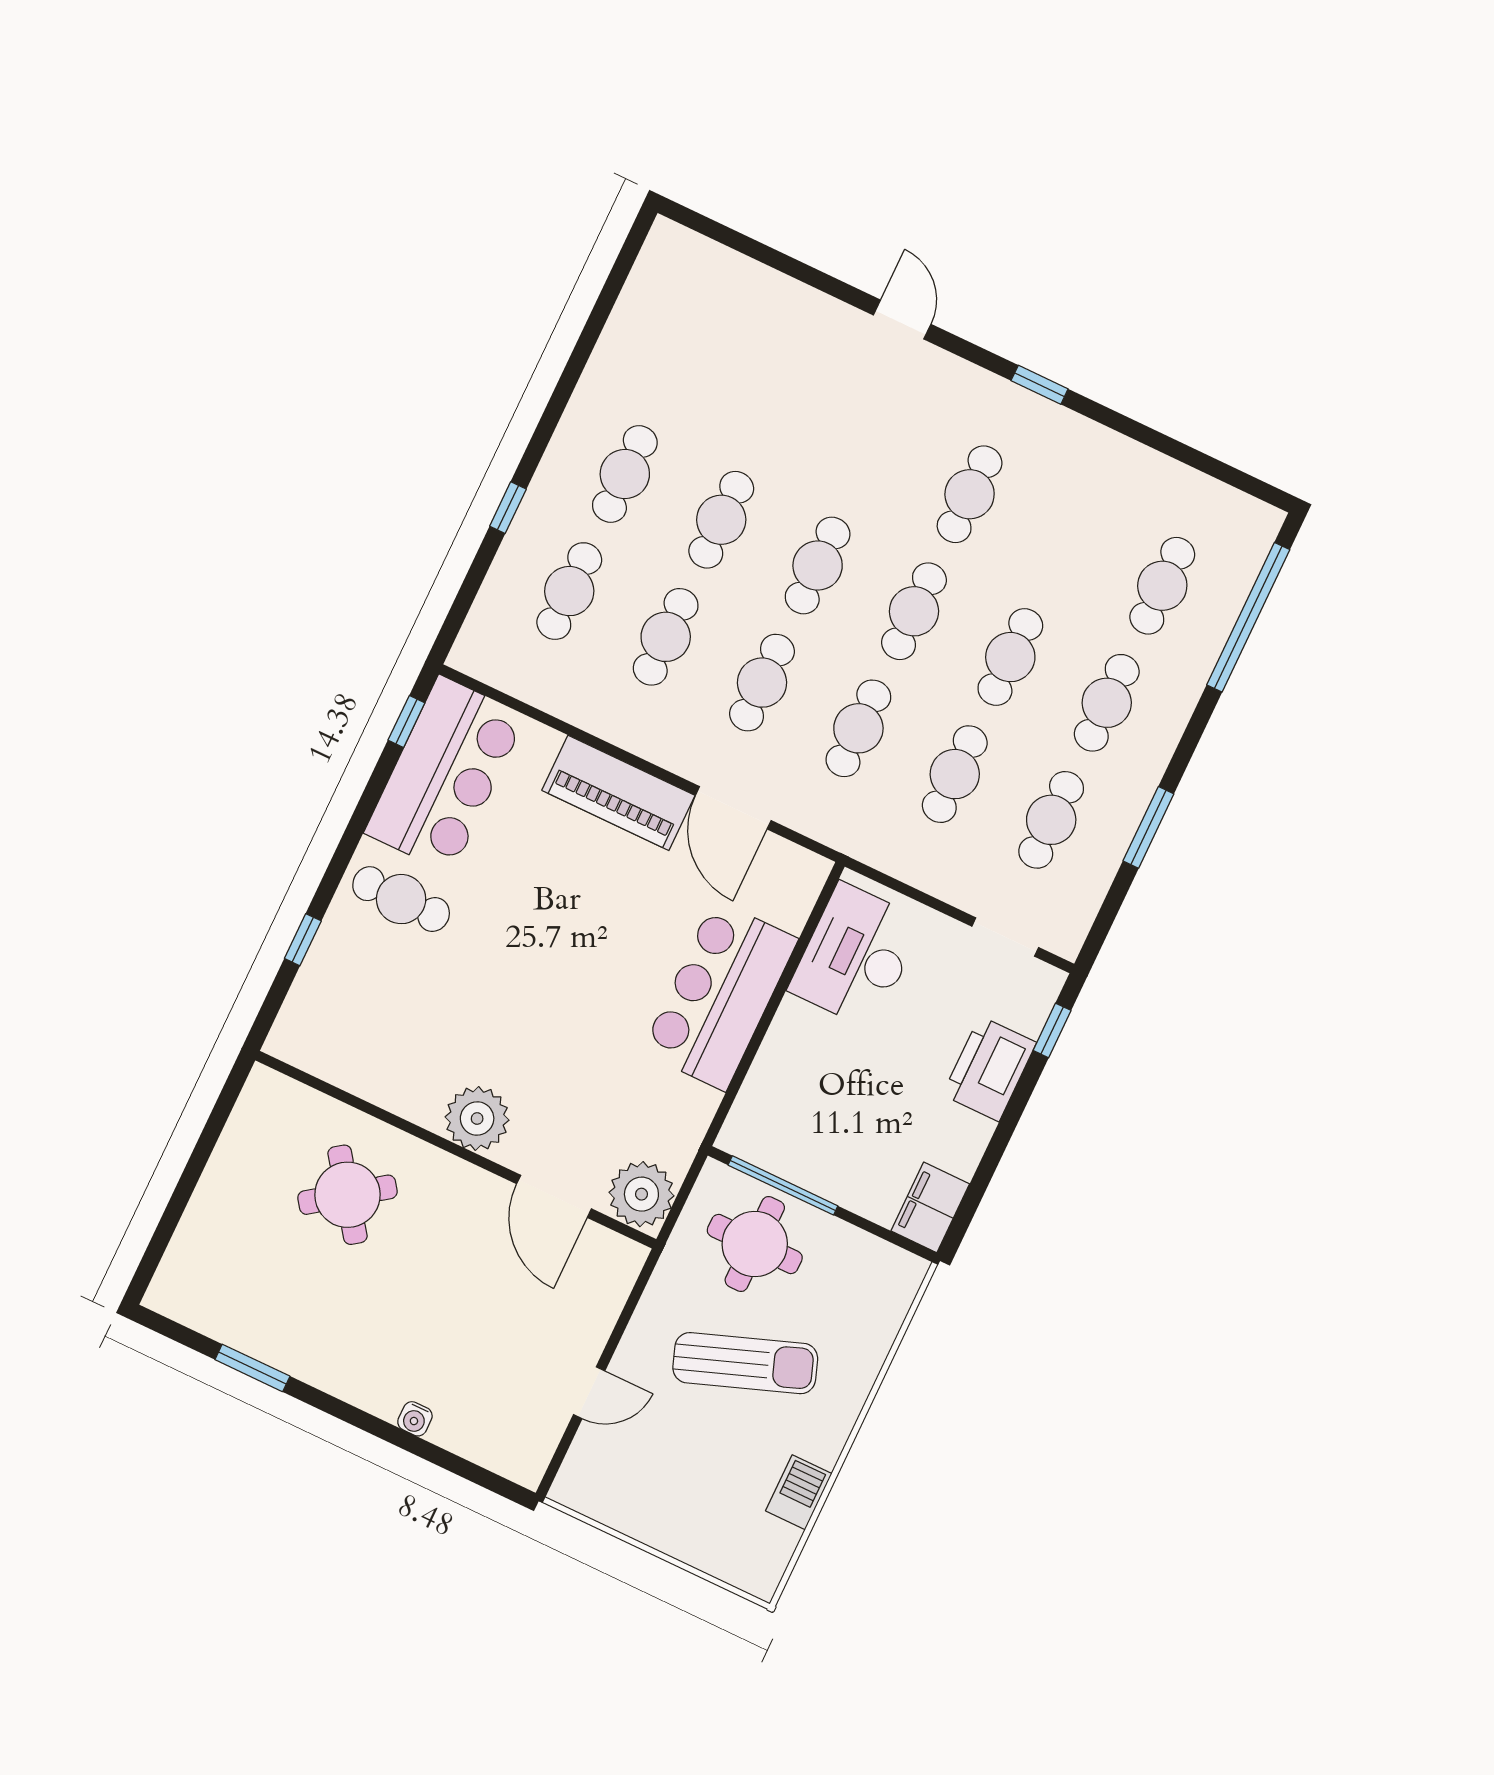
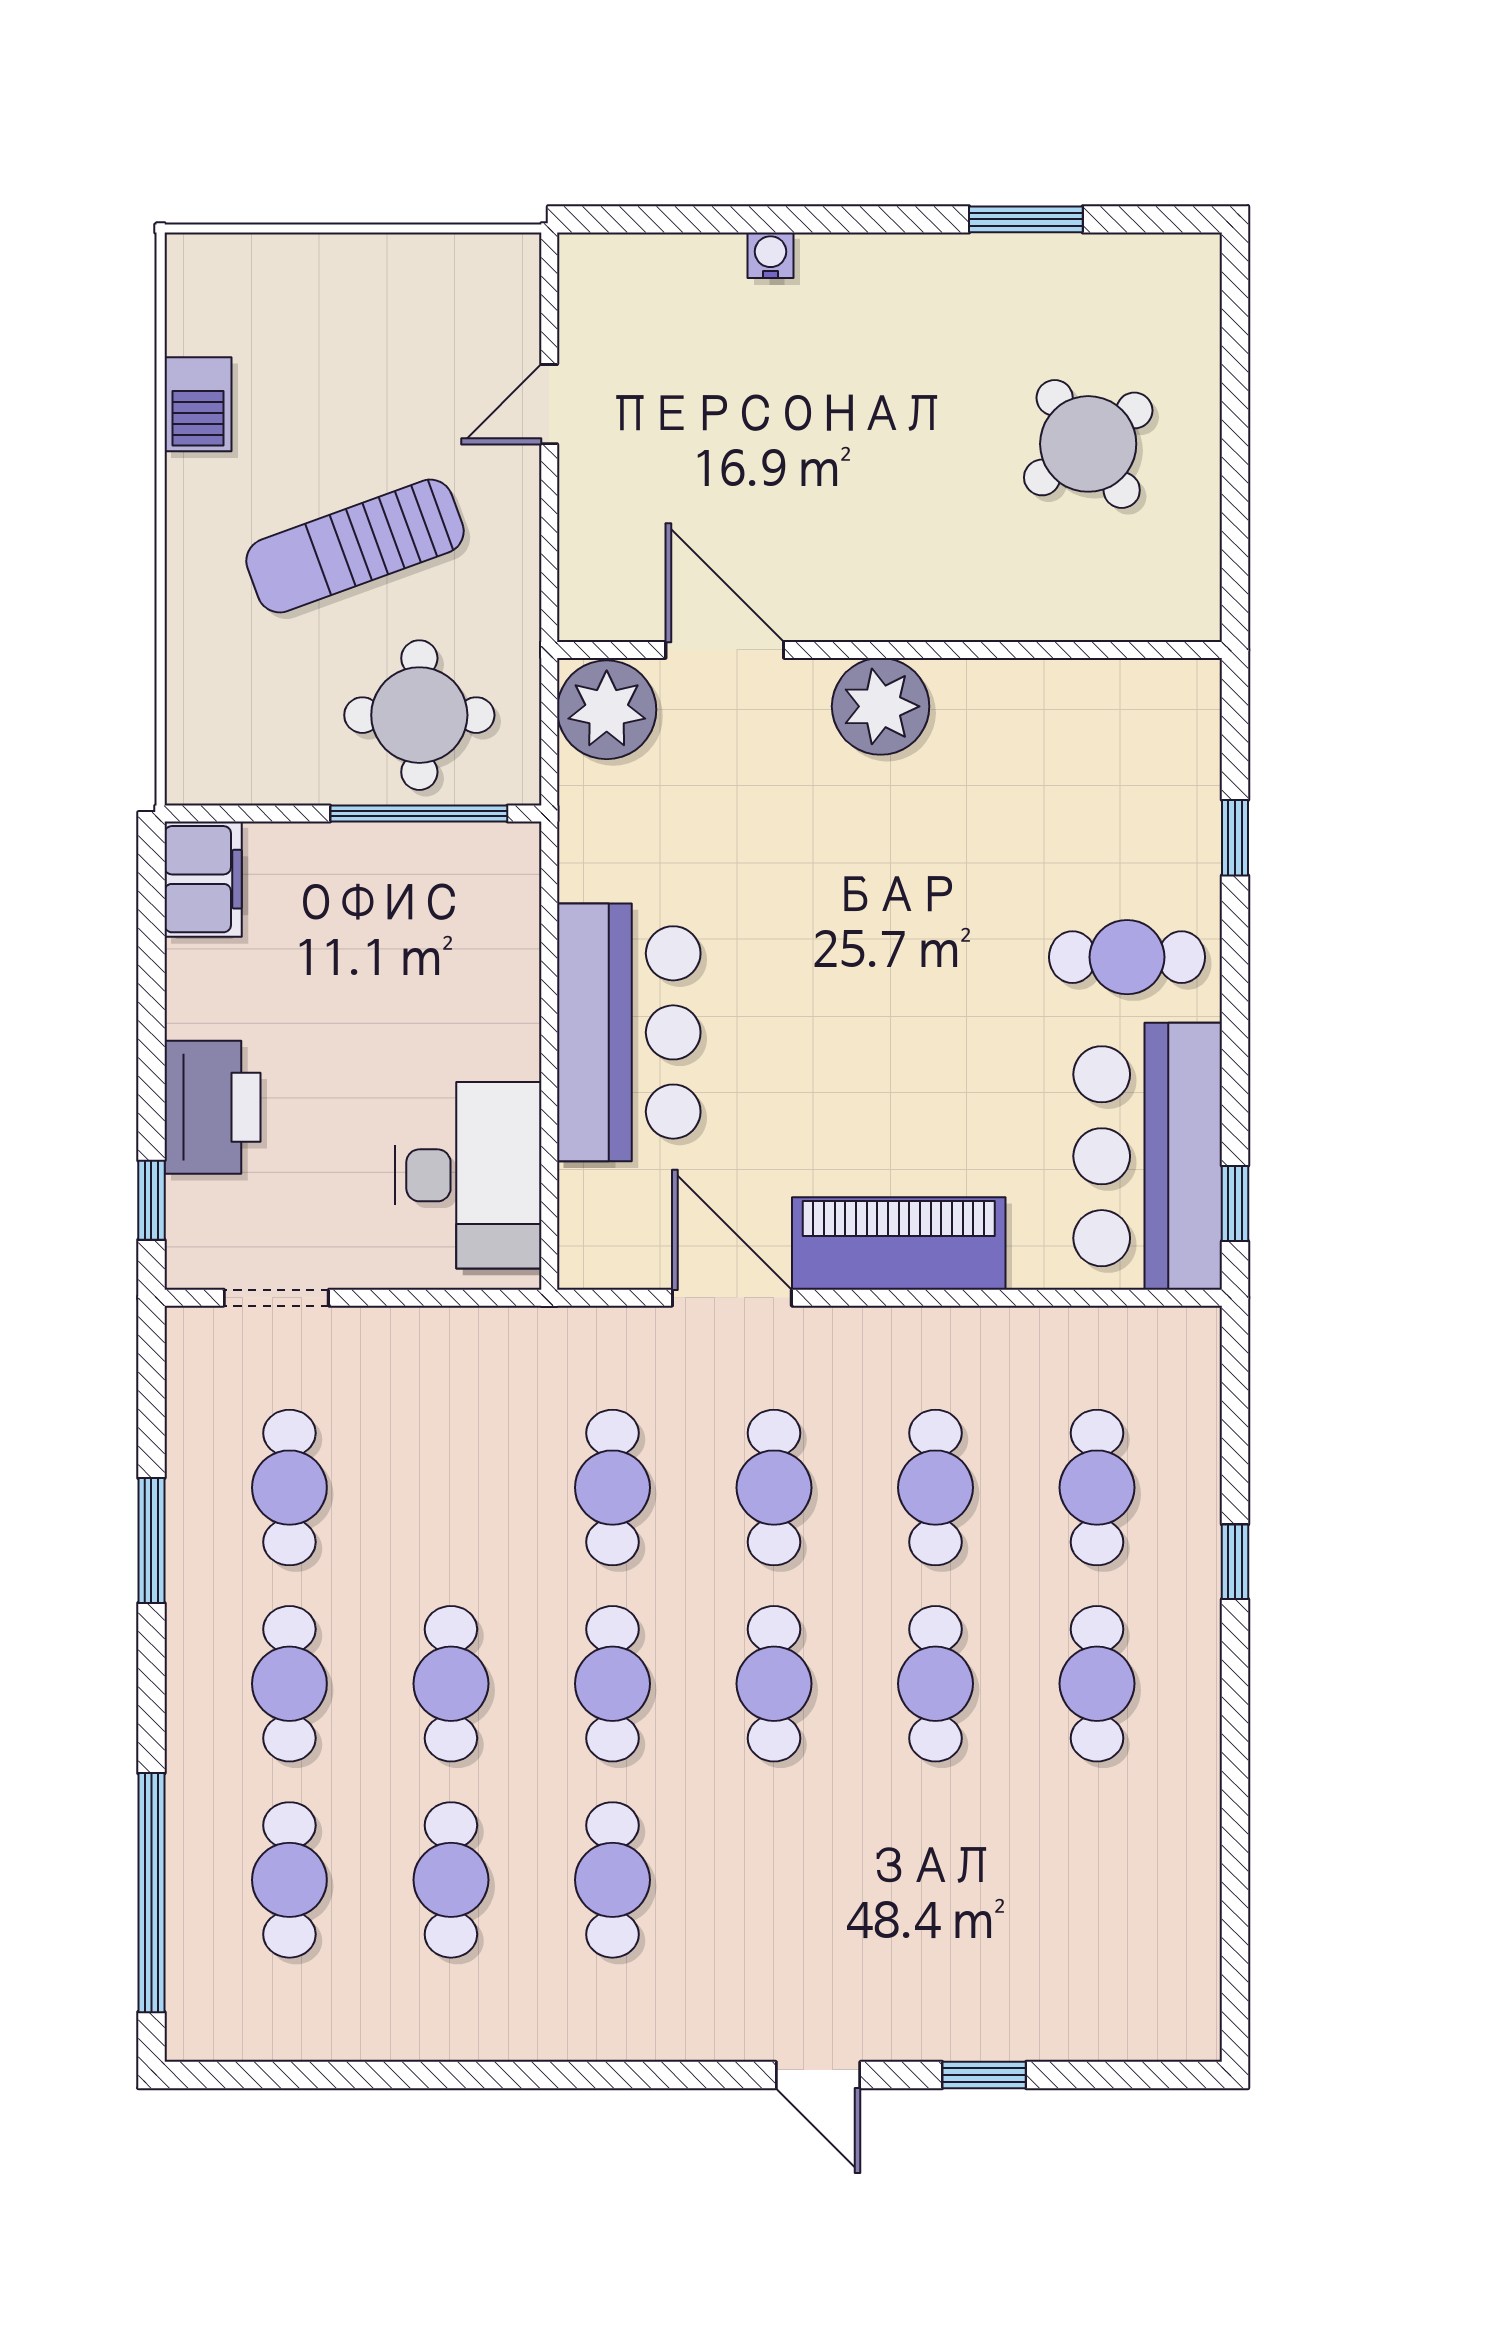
window: (1040, 385) -> (984, 2075), moved
cafe table: (955, 774) -> (451, 1880), moved
round table: (347, 1195) -> (1088, 444), moved

